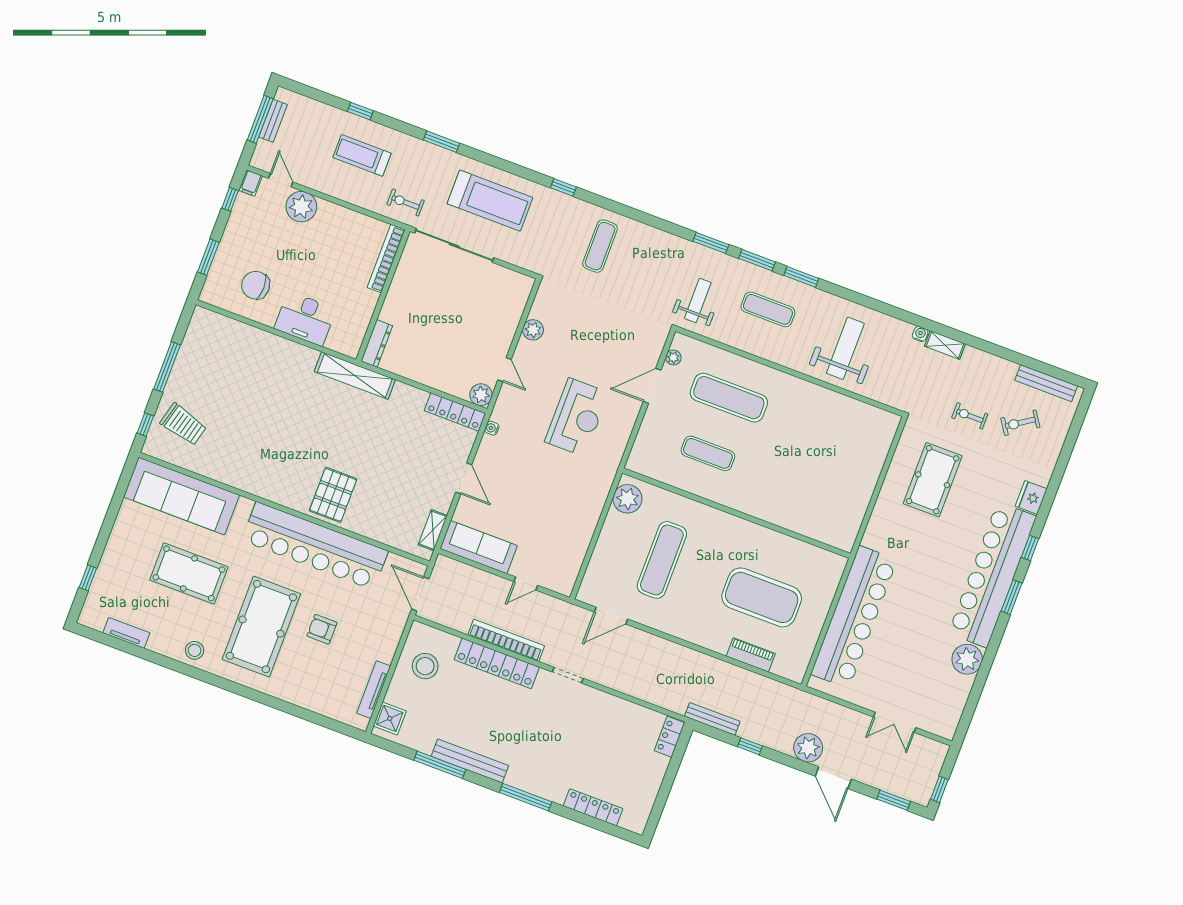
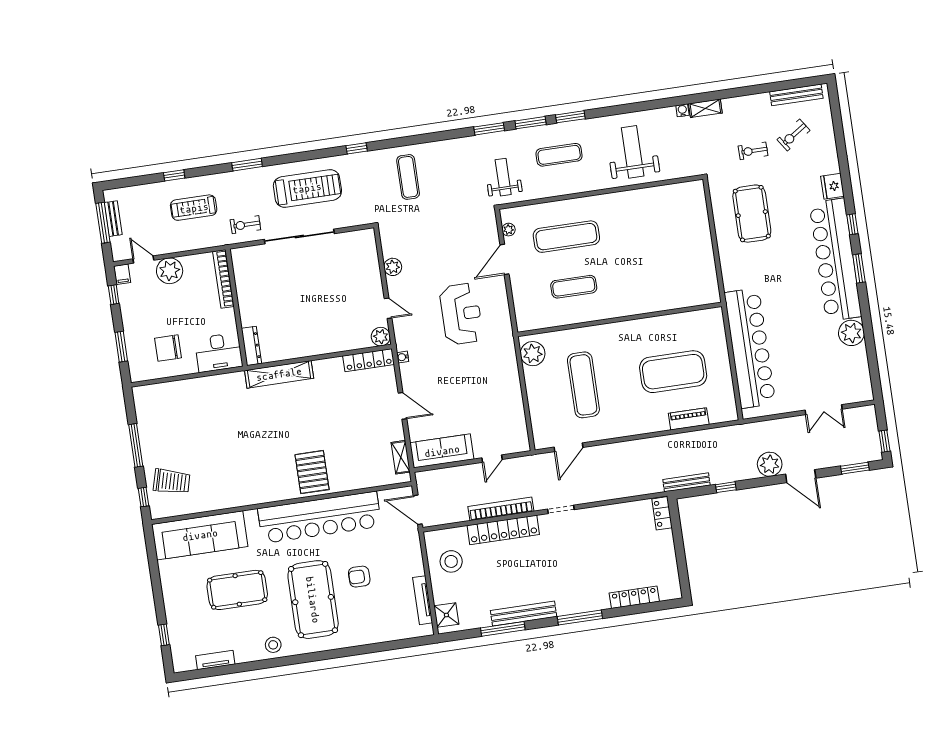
bookcase: (386, 259) -> (223, 279), moved
wall: (383, 295) -> (236, 308), moved
dresser: (377, 343) -> (251, 346), moved

